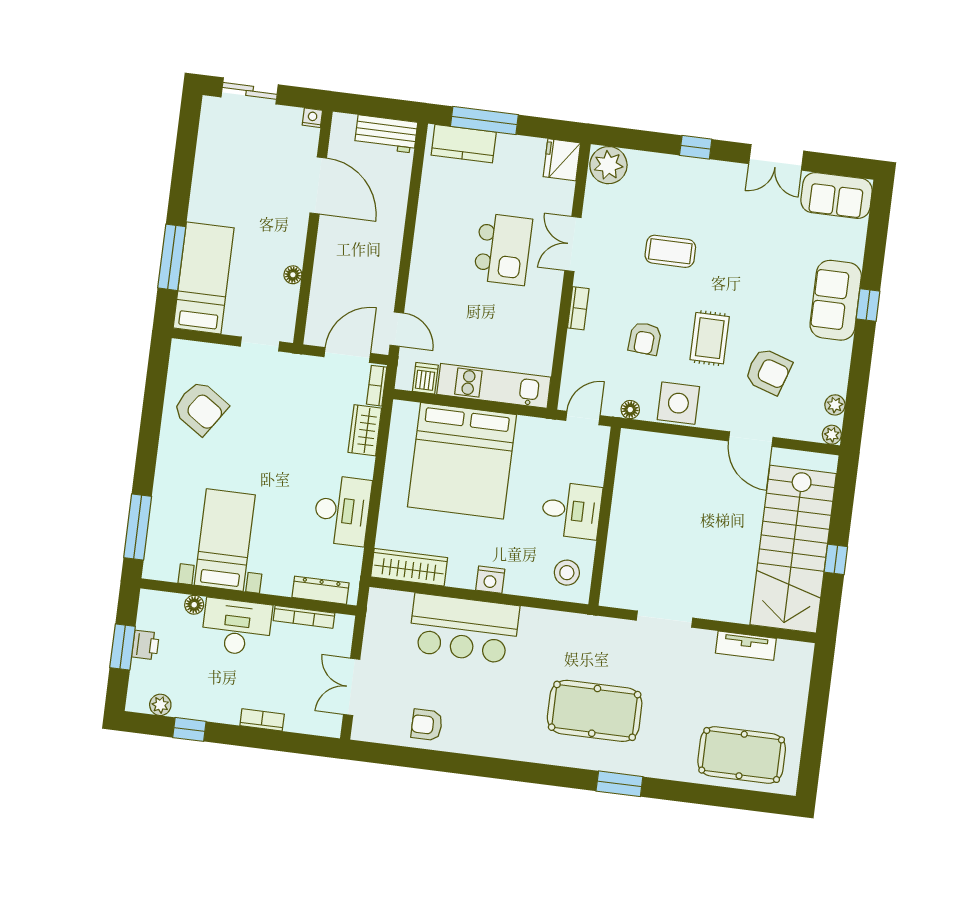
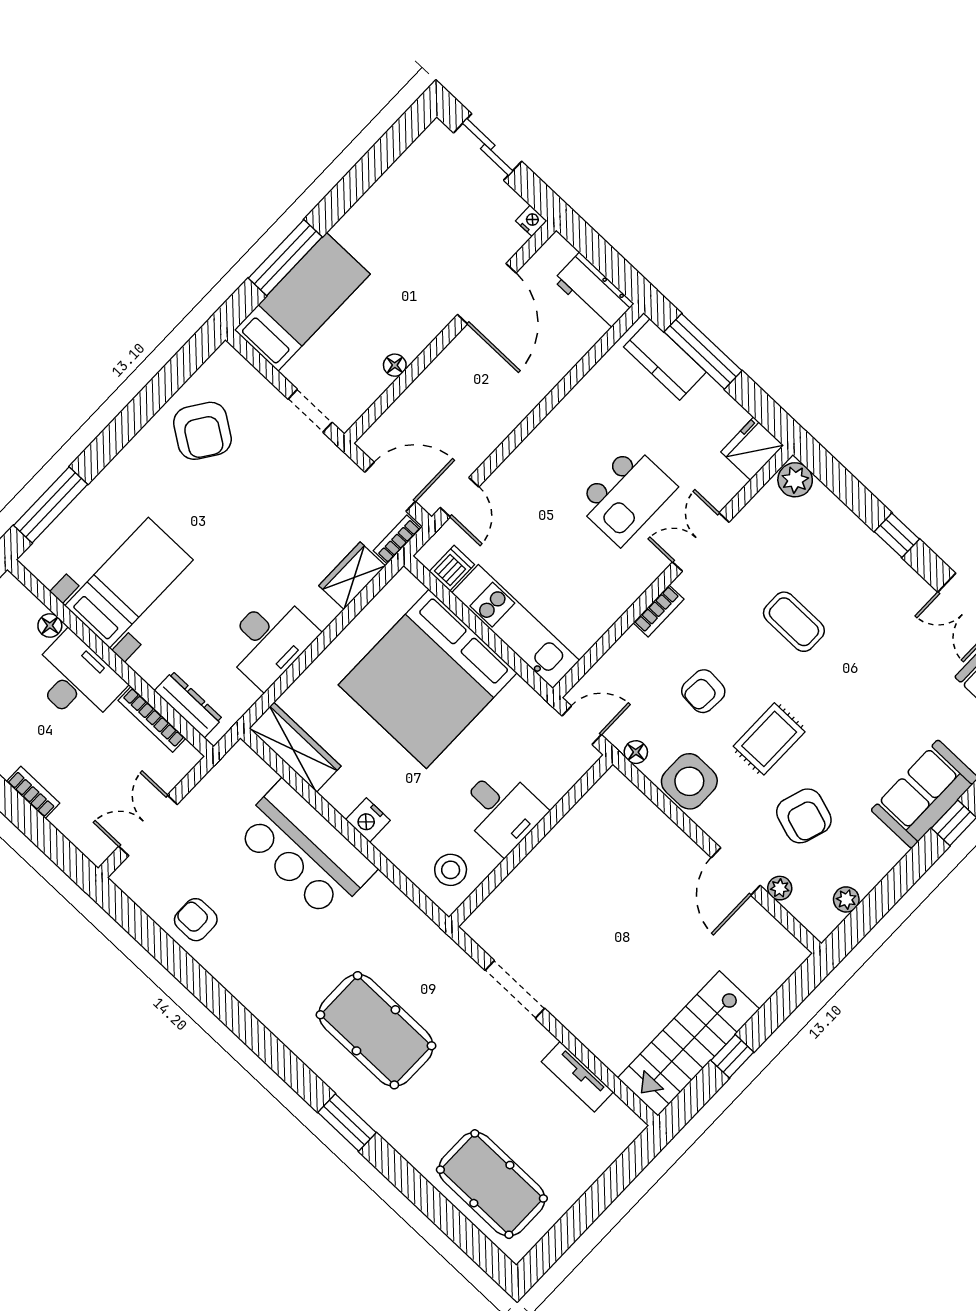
plant: (608, 165) -> (795, 480), width x0.73, depth x0.73
plant: (832, 435) -> (780, 888), moved
stairs: (793, 549) -> (689, 1043), width x0.73, depth x0.66

